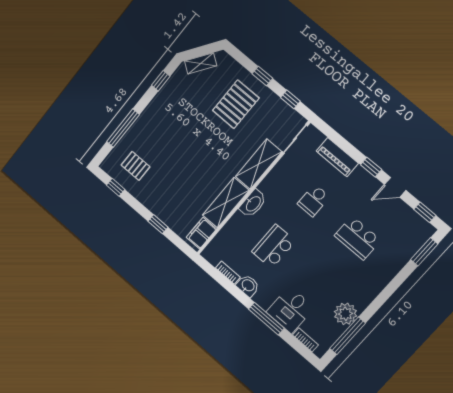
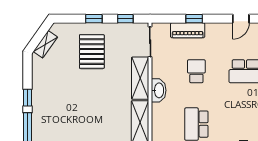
window: (161, 81) -> (27, 98), moved
window: (371, 167) -> (194, 19), moved
school desk: (314, 200) -> (196, 71), turned 180
washbasin: (253, 204) -> (159, 90), moved

